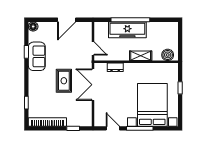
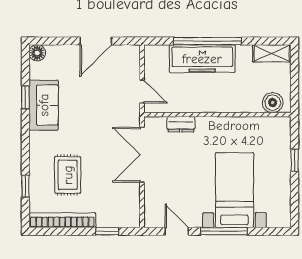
shelving: (141, 56) -> (272, 53), moved
rug: (64, 81) -> (68, 175), moved
bed with nightstands: (152, 105) -> (234, 190), width x0.73

